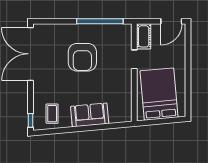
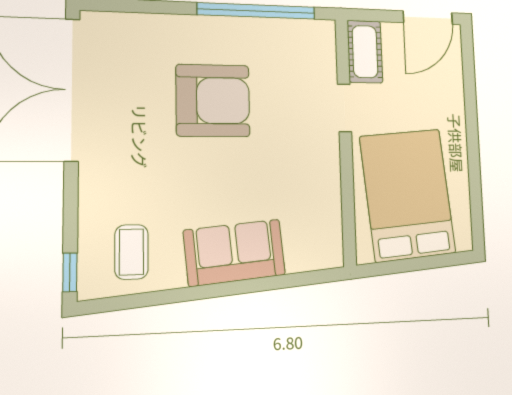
armchair: (82, 57) -> (213, 101), turned -90

